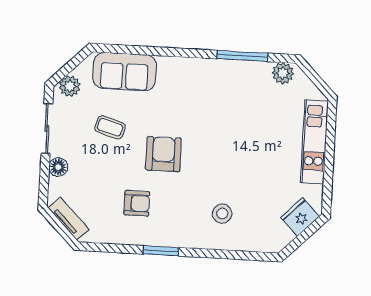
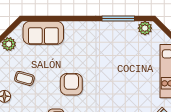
coffee table: (110, 127) -> (24, 78), moved

